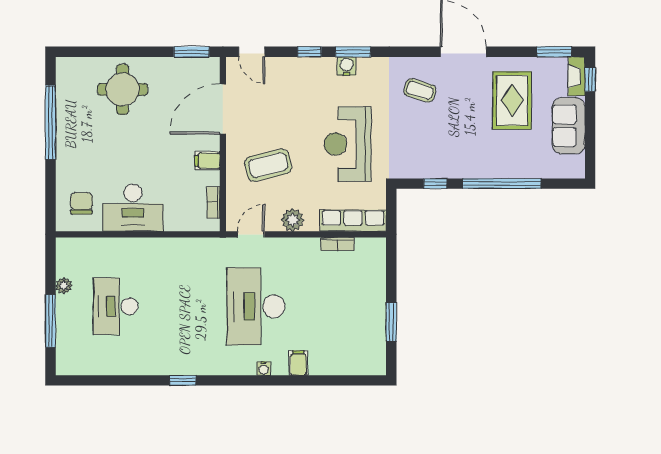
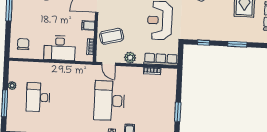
coffee table: (268, 165) -> (112, 36), moved
window: (502, 184) -> (237, 44), width x0.47
desk: (133, 208) -> (60, 48), moved
door: (251, 234) -> (109, 64), swing flipped

